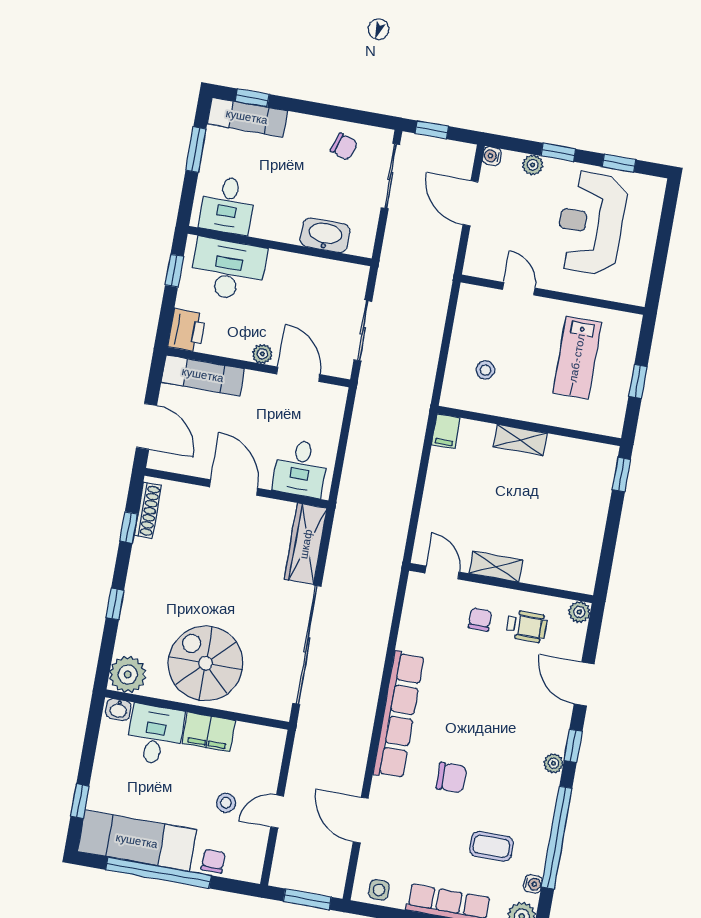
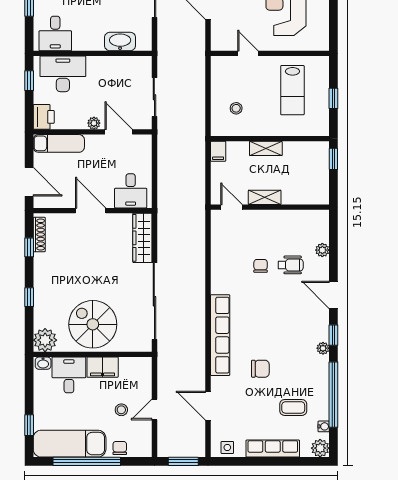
shelving: (496, 567) -> (265, 197), moved
door: (442, 573) -> (232, 207), moved
wall: (501, 583) -> (270, 207), moved

